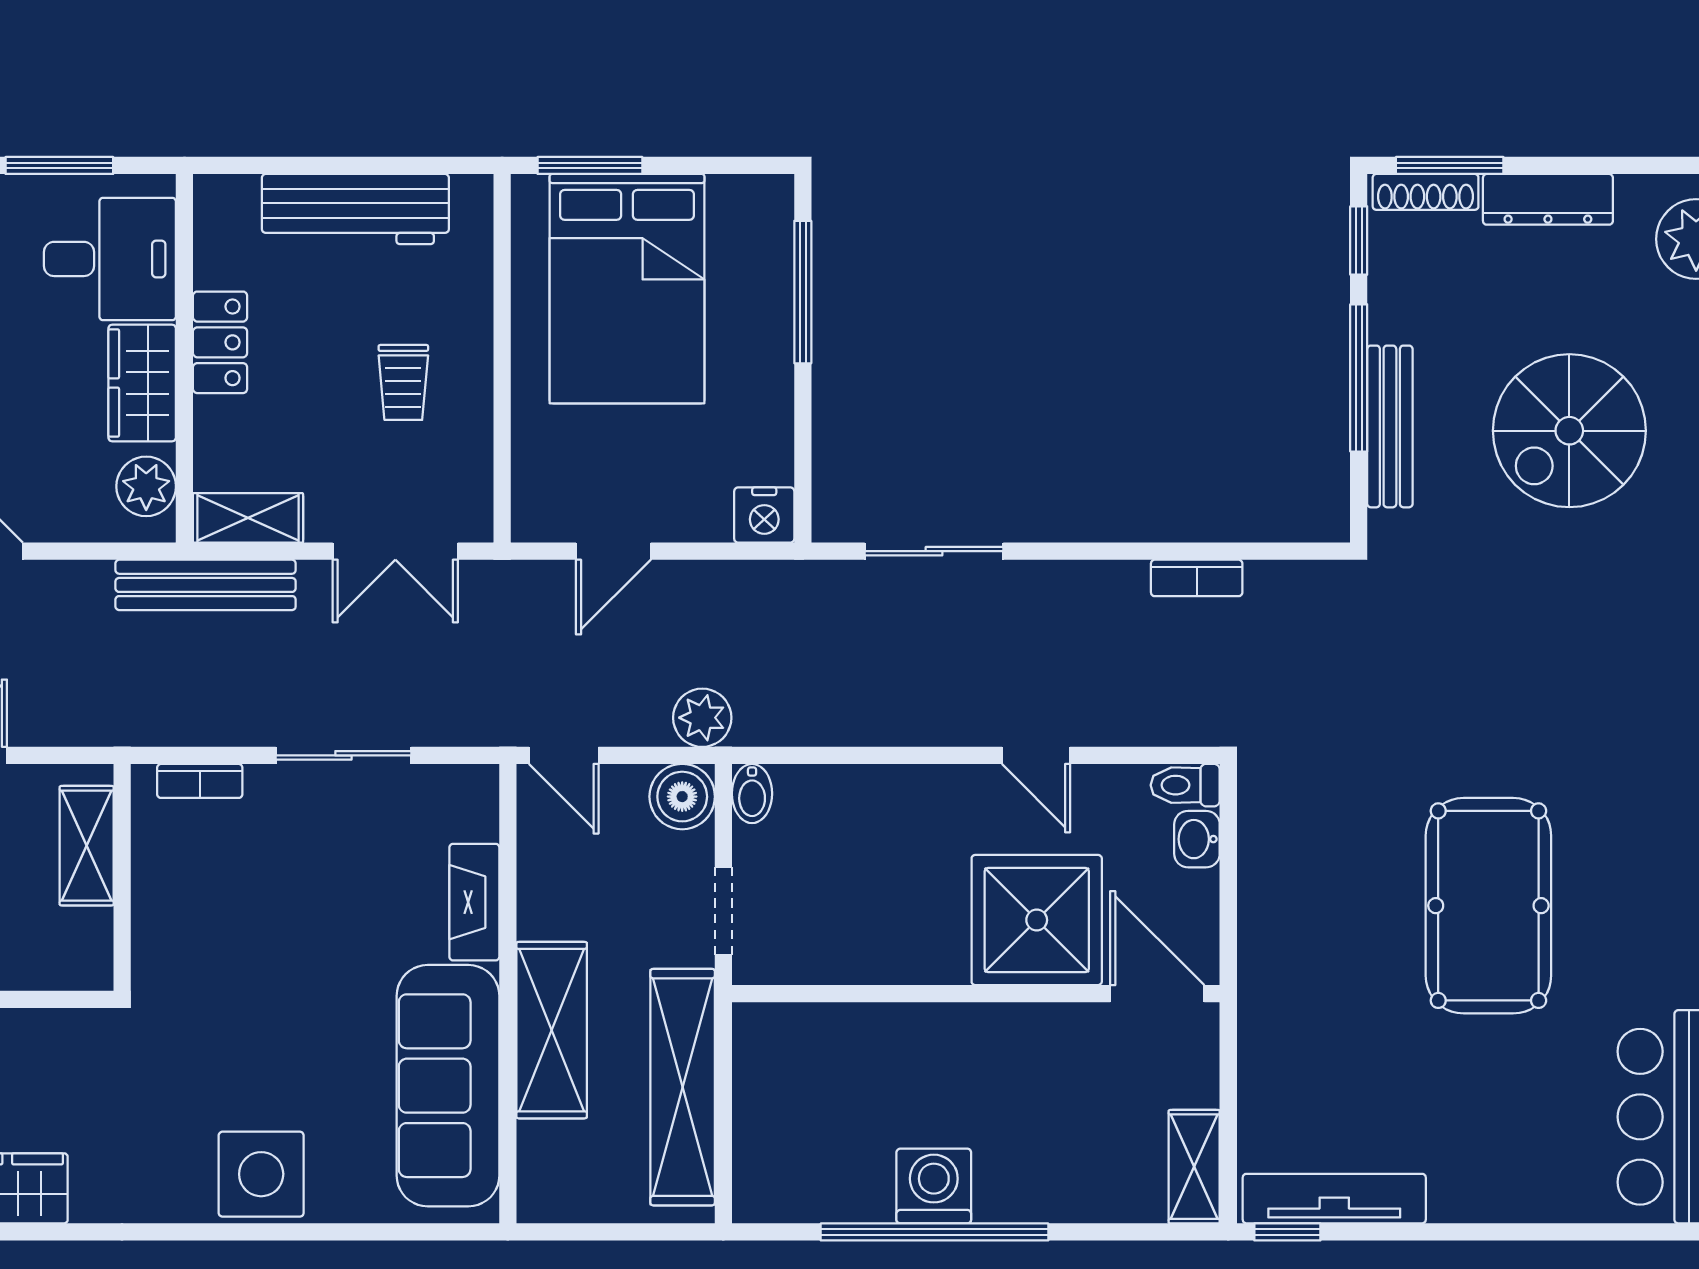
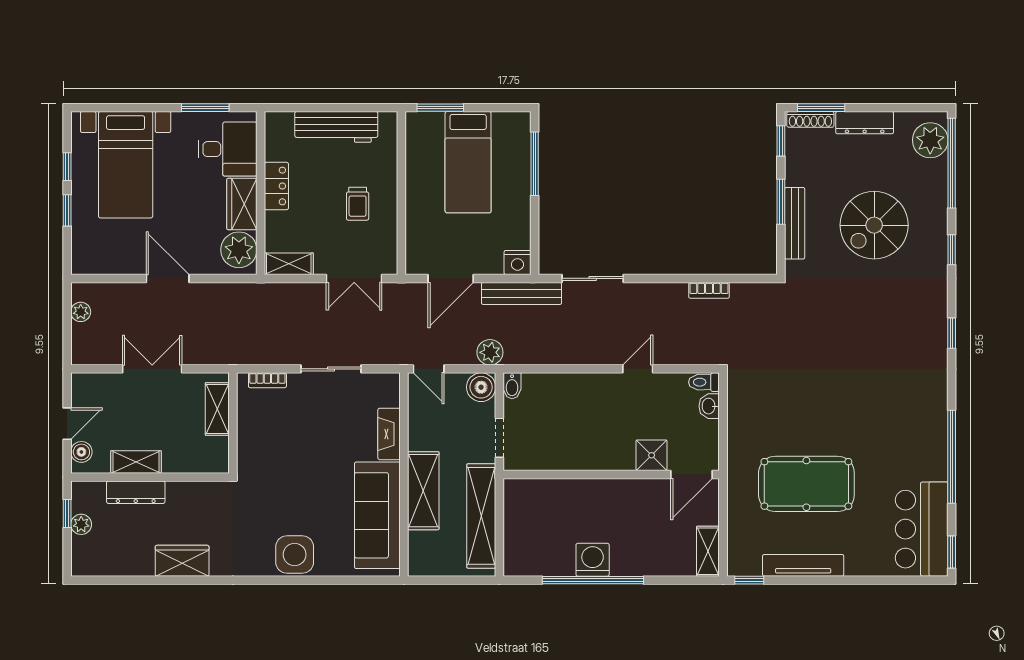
bed: (627, 289) -> (468, 162), width x0.67
window: (1359, 378) -> (781, 202), width x0.69
plant: (146, 486) -> (239, 250), width x1.36, depth x1.36
door: (613, 551) -> (451, 278), width x1.38
bench: (206, 585) -> (521, 293), moved
door: (1036, 755) -> (638, 369), swing flipped
pool table: (1488, 906) -> (806, 484), moved, turned 90
shower: (1037, 920) -> (652, 455), width x0.54, depth x0.54
door: (1157, 994) -> (692, 475), swing flipped
tv unit: (1334, 1199) -> (803, 565), moved

